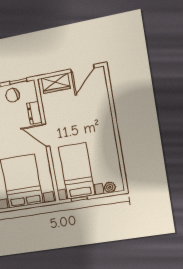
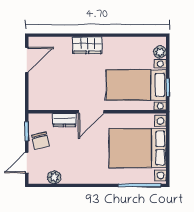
door: (82, 69) -> (27, 60), hinge flipped
wardrobe: (56, 83) -> (87, 45), moved, turned 90

